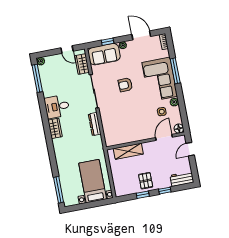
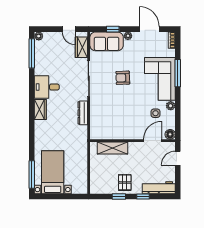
workbench: (182, 179) -> (159, 188), width x1.38
bed with nightstands: (93, 181) -> (53, 172), moved

